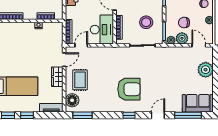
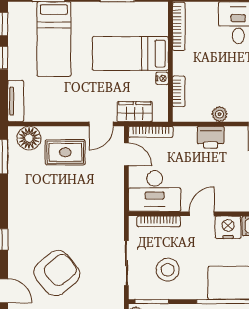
bed: (25, 43) -> (130, 53), added
door: (64, 60) -> (101, 124), hinge flipped
wardrobe: (57, 77) -> (135, 112), moved
armchair: (129, 89) -> (57, 273), moved, turned -130

